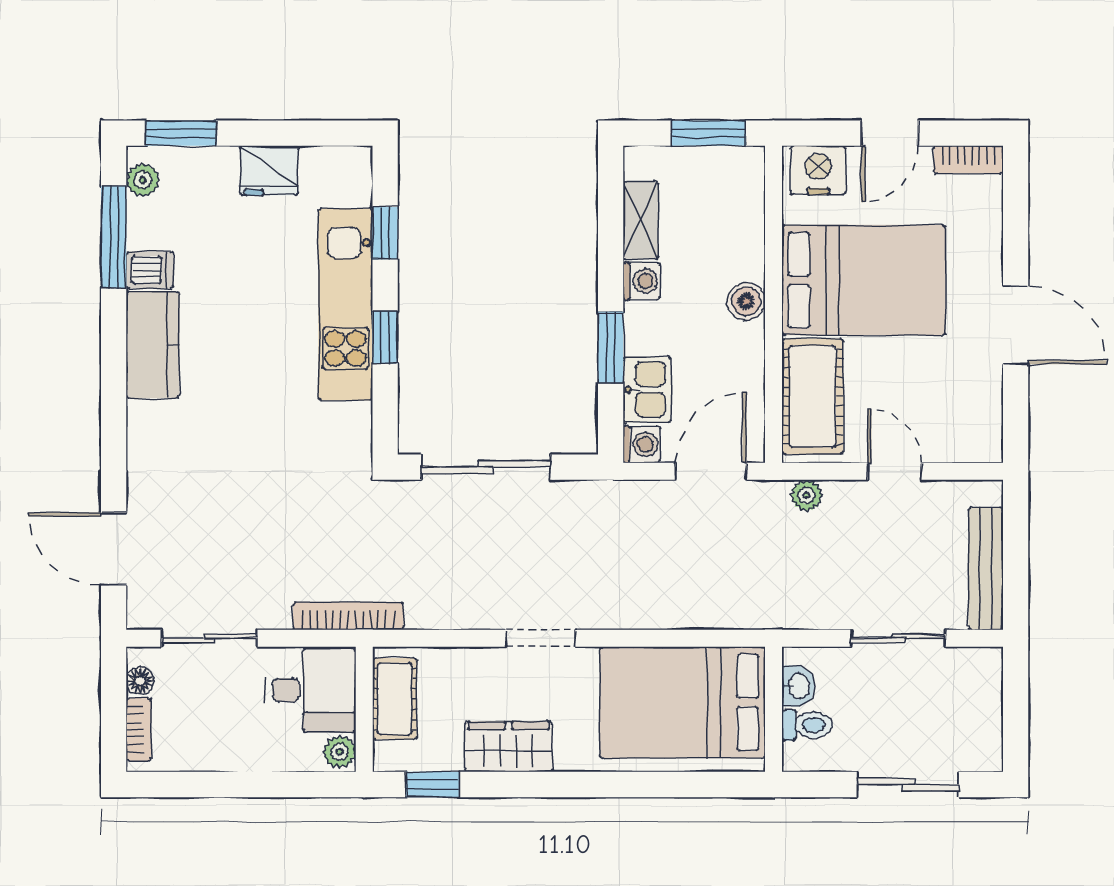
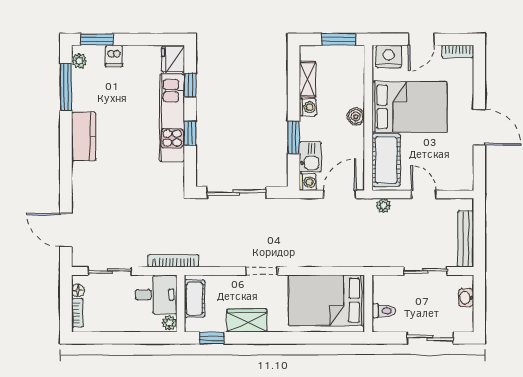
fridge: (269, 170) -> (173, 59), moved, turned 90
dishwasher: (150, 270) -> (114, 56), moved, turned 90
washbasin: (798, 686) -> (466, 298), moved, turned 180

